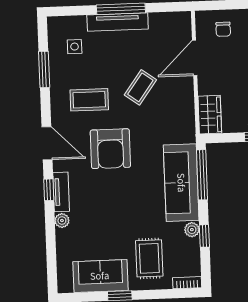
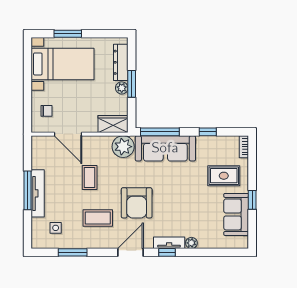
coffee table: (140, 87) -> (90, 177), turned 54
coffee table: (89, 100) -> (98, 218), turned 90
armchair: (110, 149) -> (137, 203), turned 90
plant: (192, 230) -> (123, 147), moved, width x1.87, depth x1.87

